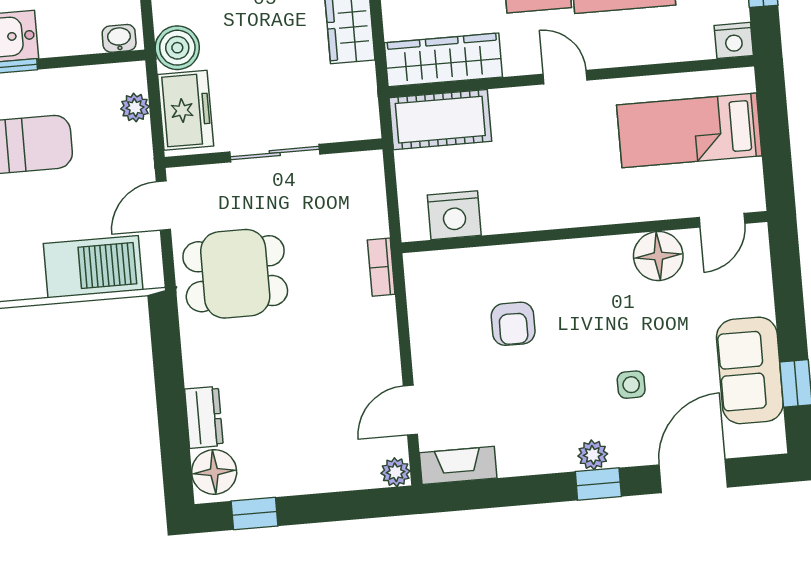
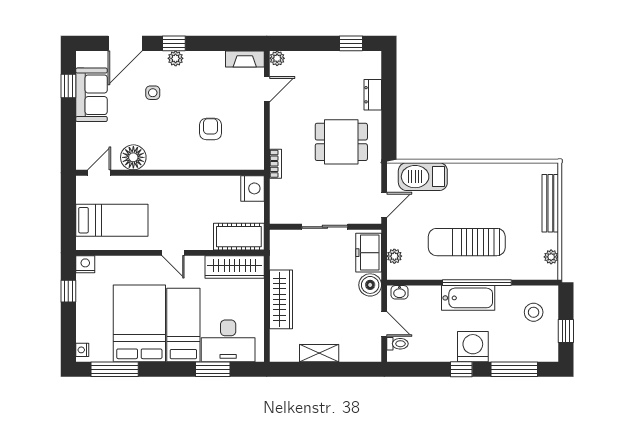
nightstand: (454, 215) -> (252, 188), moved, turned 90
dining table: (235, 274) -> (341, 142), moved
floor lamp: (214, 472) -> (370, 66), removed

